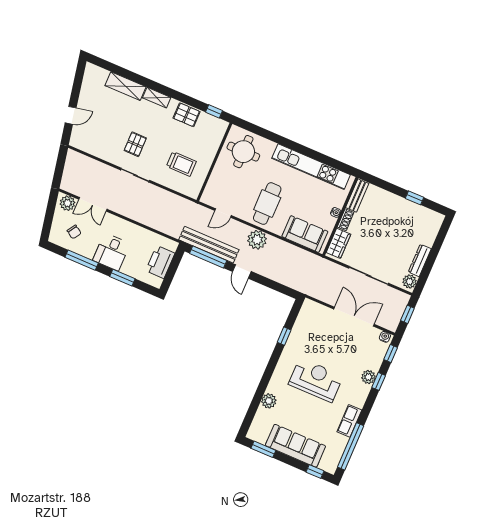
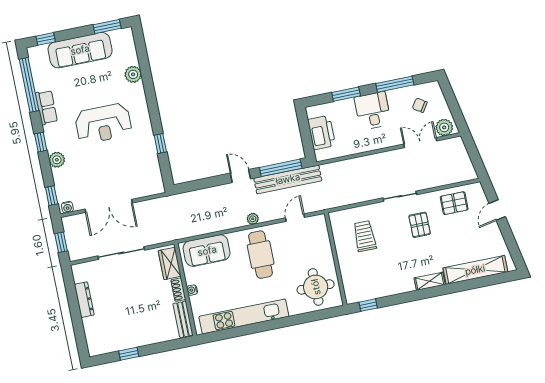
shelving: (125, 86) -> (475, 270), width x1.47
pallet: (187, 115) -> (454, 203), moved
trolley: (181, 164) -> (365, 236), turned 90
plant: (257, 240) -> (253, 219), width x0.53, depth x0.53
plant: (410, 281) -> (80, 274), removed
window: (379, 381) -> (41, 142), moved

